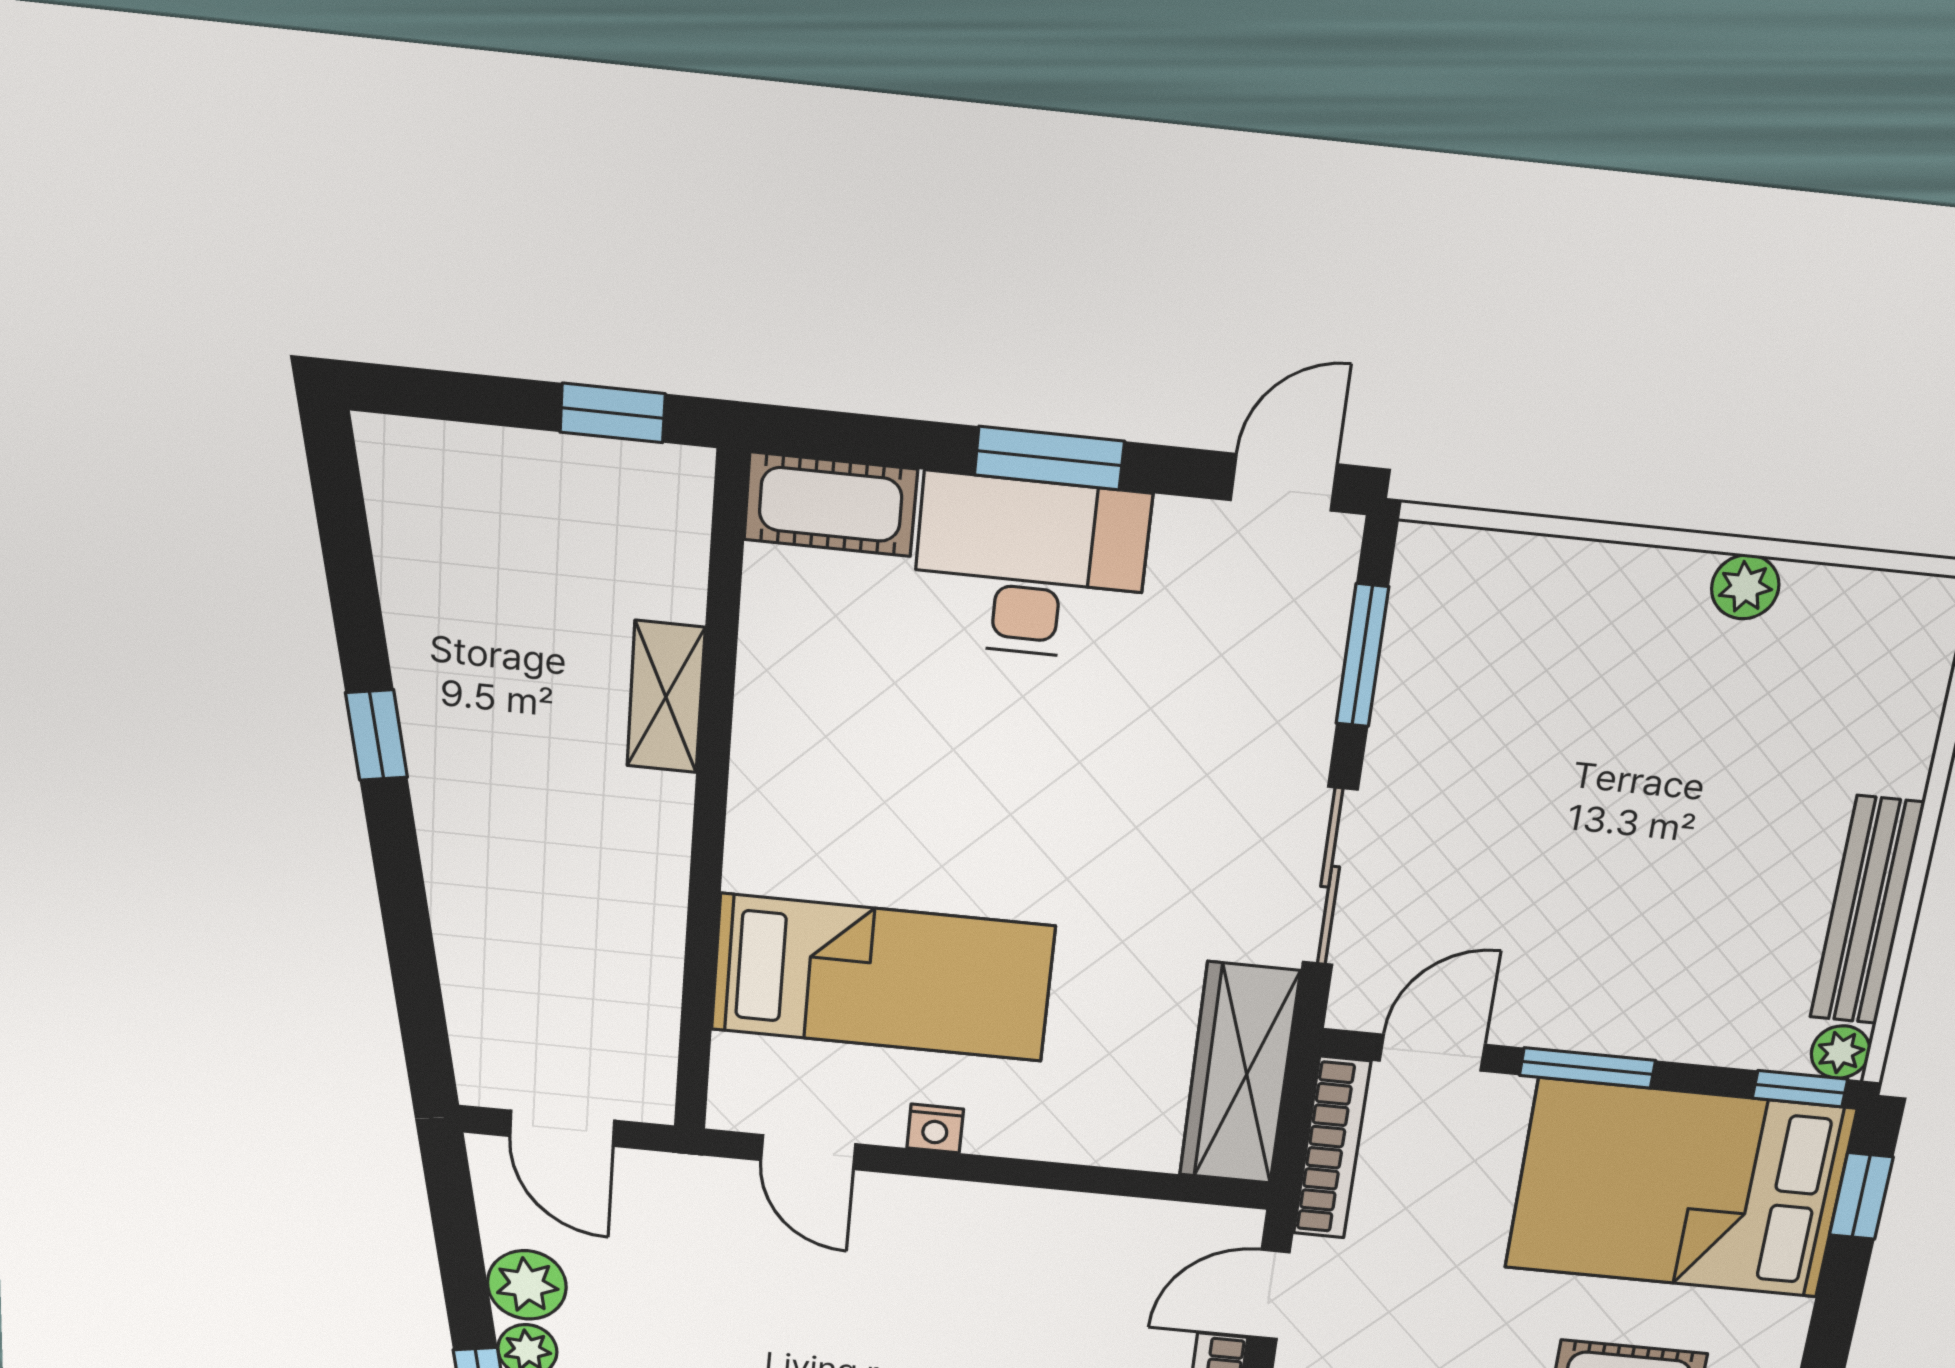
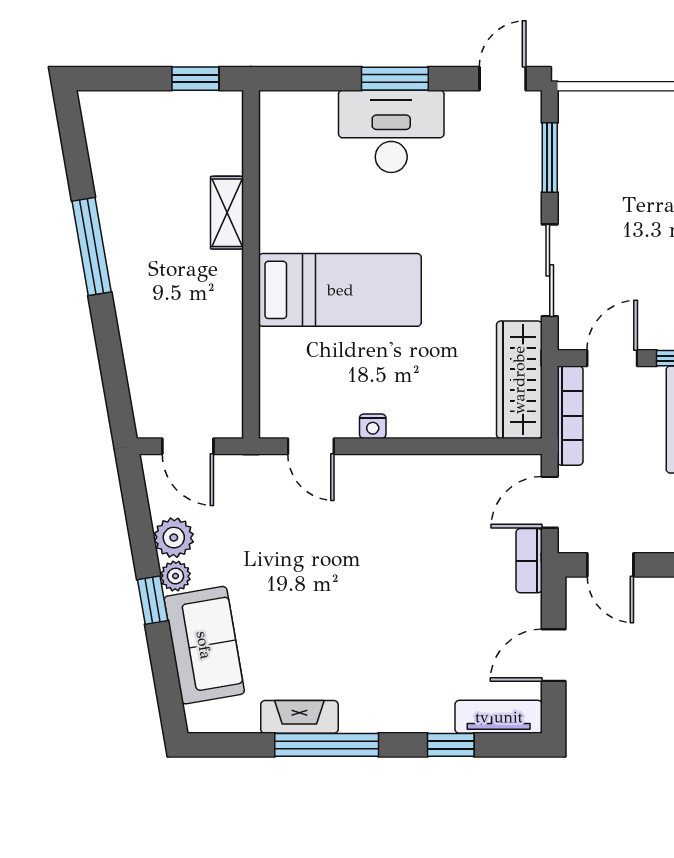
cot: (831, 504) -> (297, 111), removed
window: (377, 735) -> (92, 247), width x2.17
bed: (882, 978) -> (340, 290), moved

